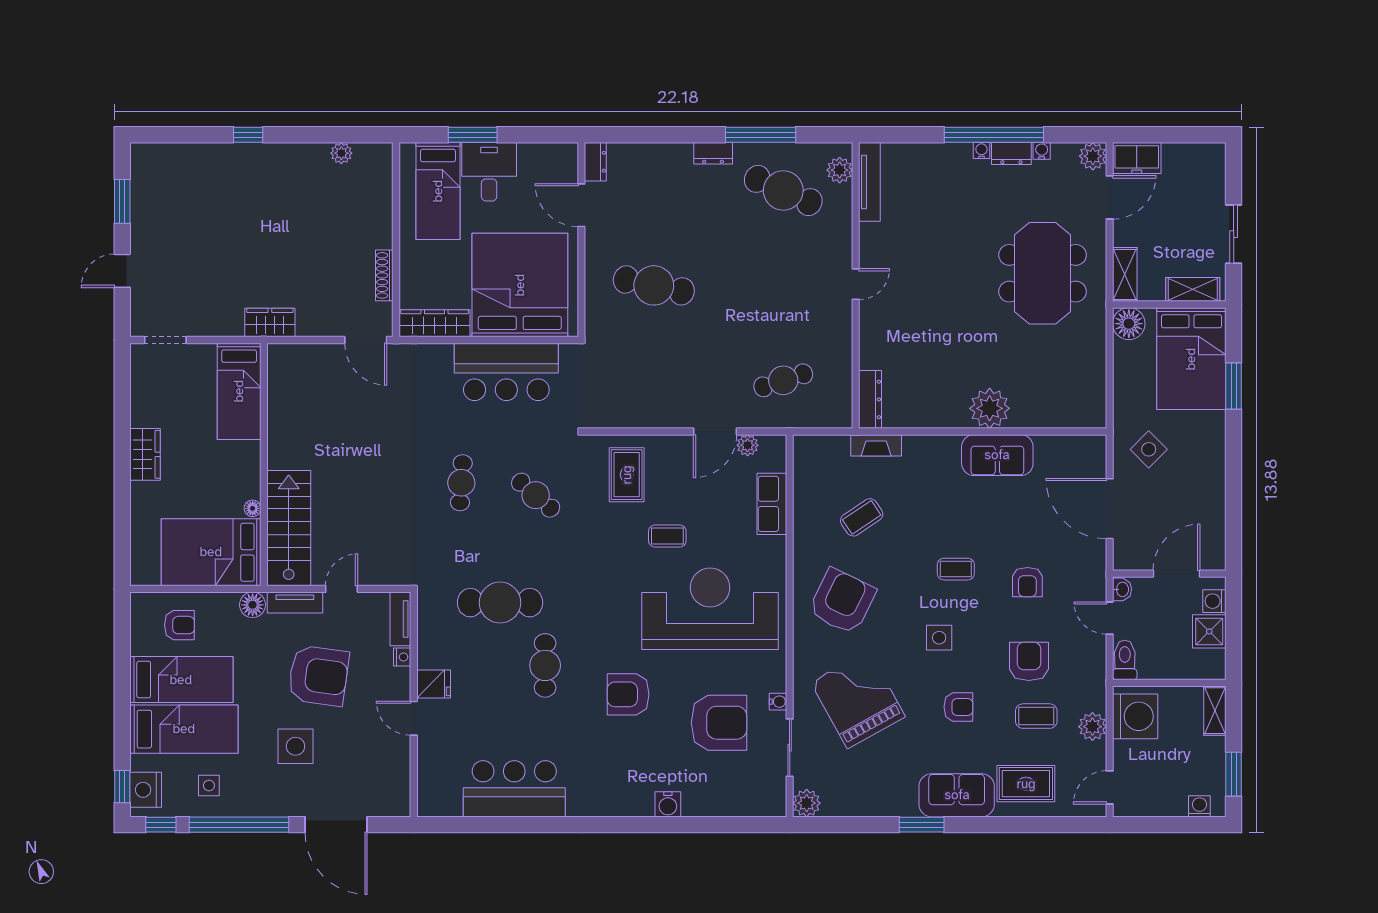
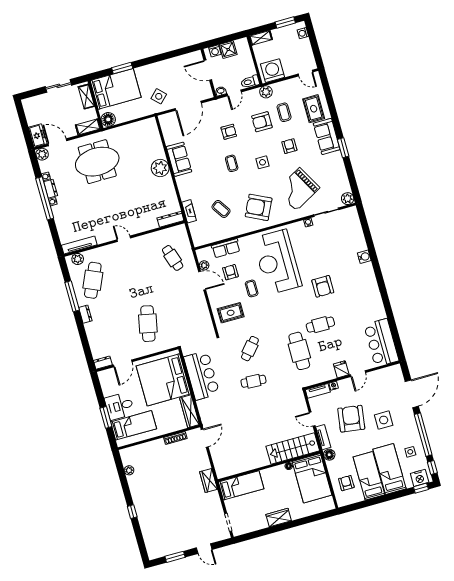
armchair: (719, 723) -> (230, 272), moved, width x0.53, depth x0.53
plant: (1092, 727) -> (266, 92), moved
bar counter: (514, 789) -> (381, 343), moved

